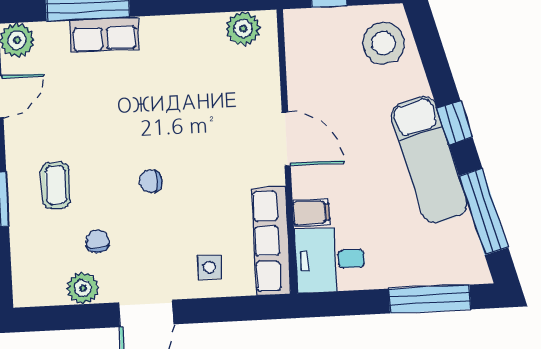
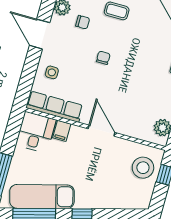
stool: (383, 43) -> (143, 168), moved
door: (286, 139) -> (102, 131), swing flipped
exam couch: (429, 160) -> (42, 197), moved

